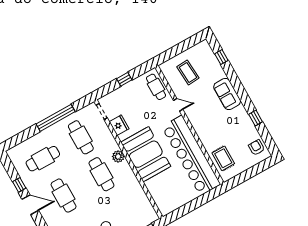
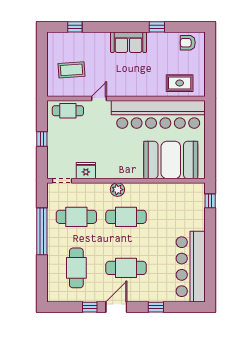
sofa: (227, 94) -> (128, 42), moved
booth: (146, 154) -> (171, 160), moved

